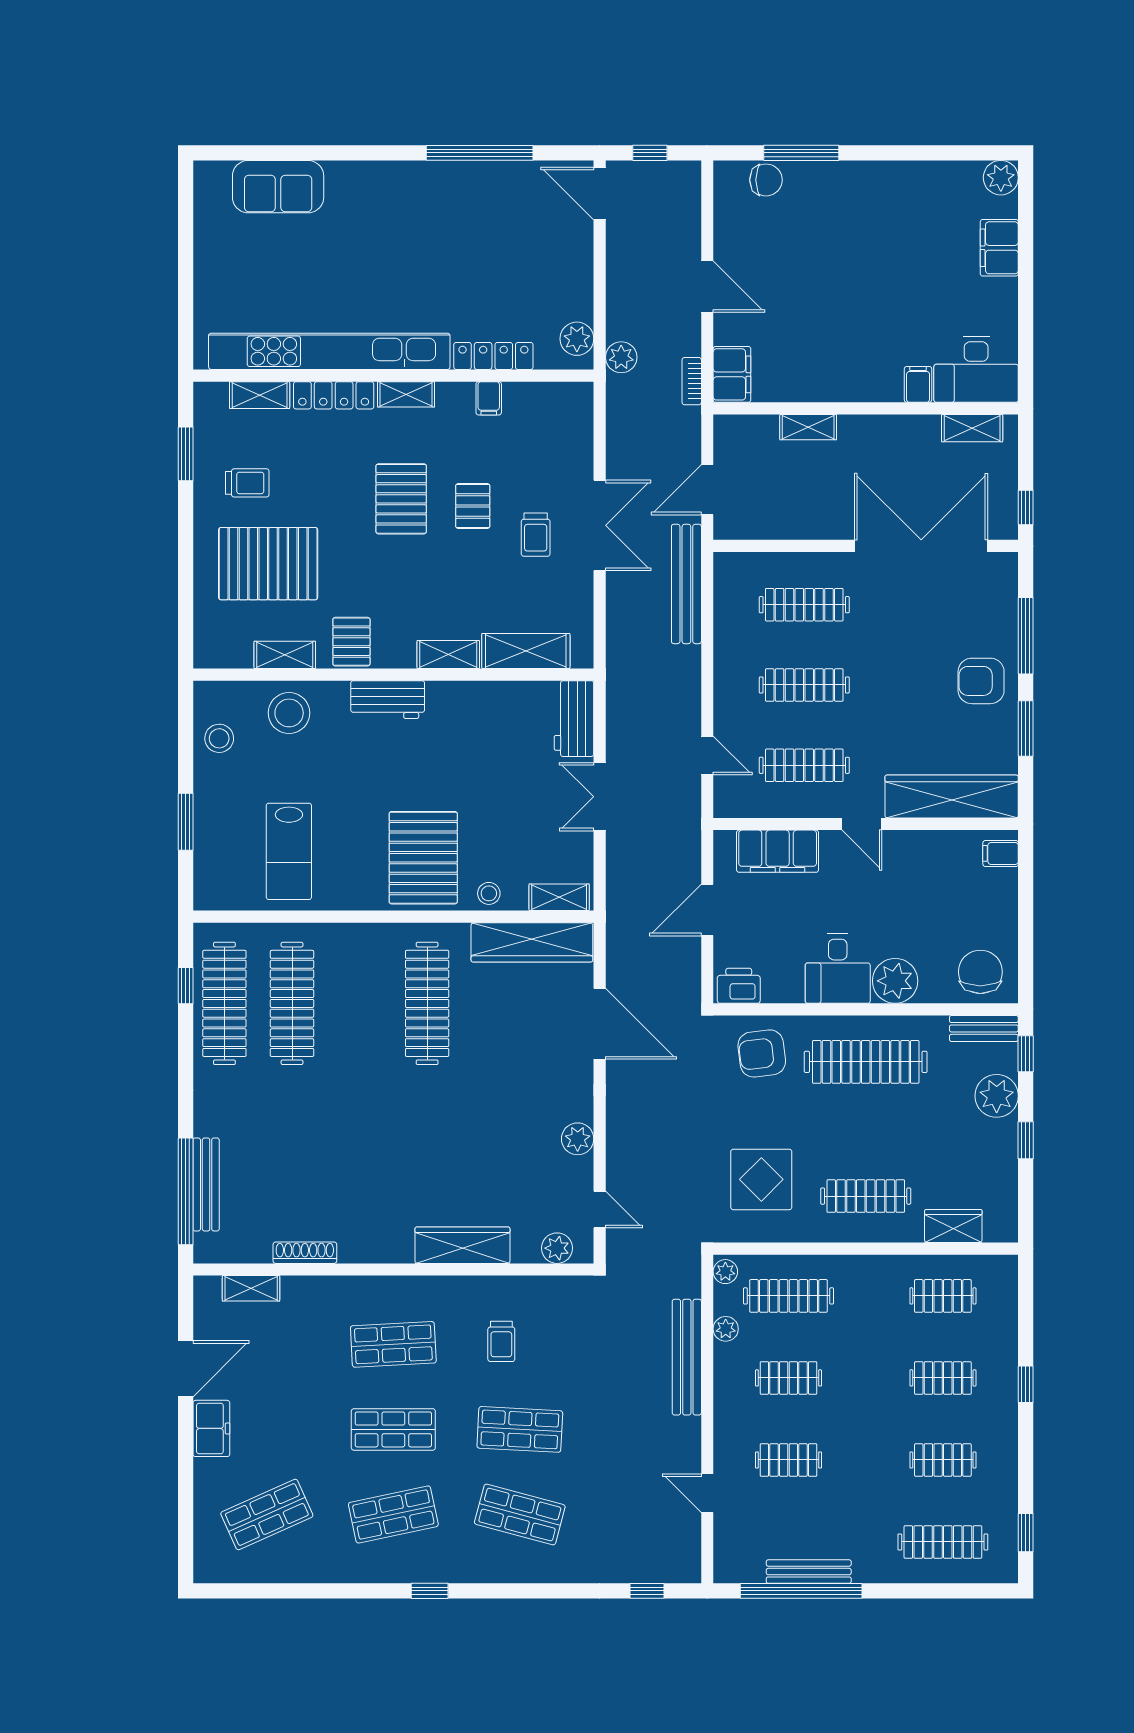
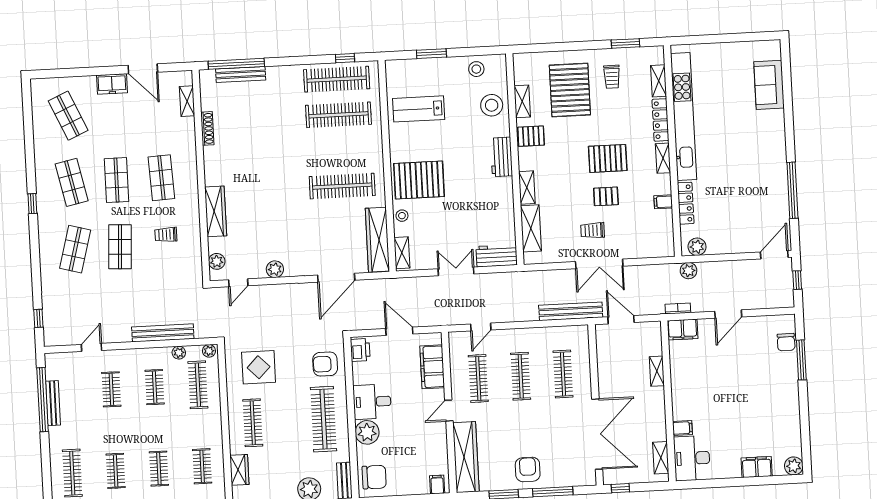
armchair: (762, 1053) -> (325, 364), turned -83

